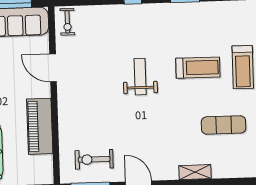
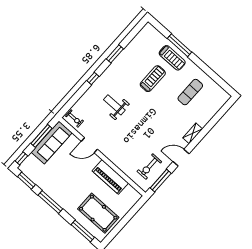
weight bench: (140, 77) -> (114, 105), moved
shelving: (195, 172) -> (193, 133), moved

